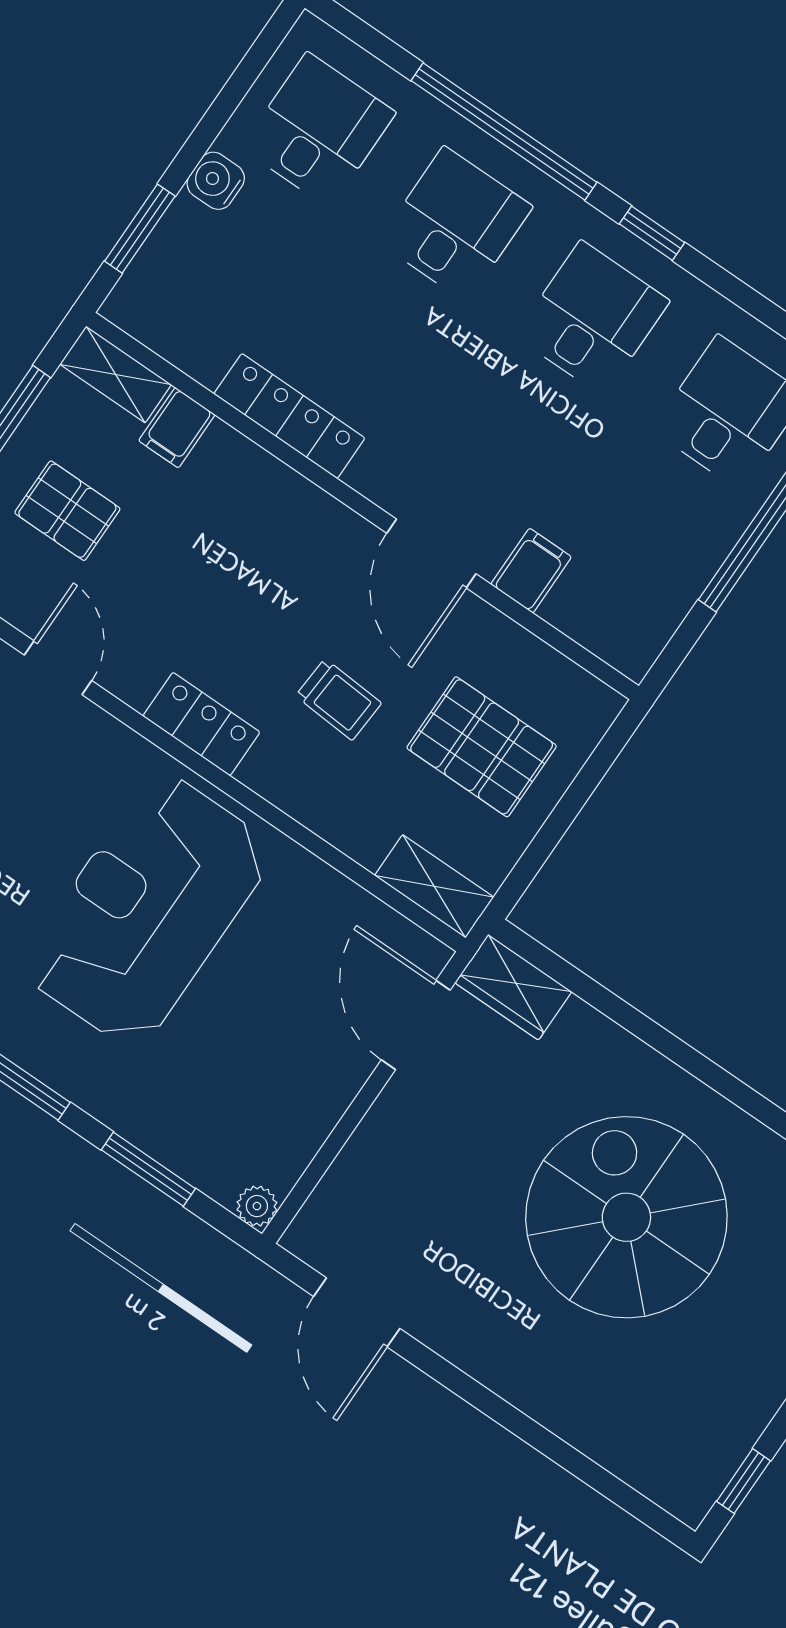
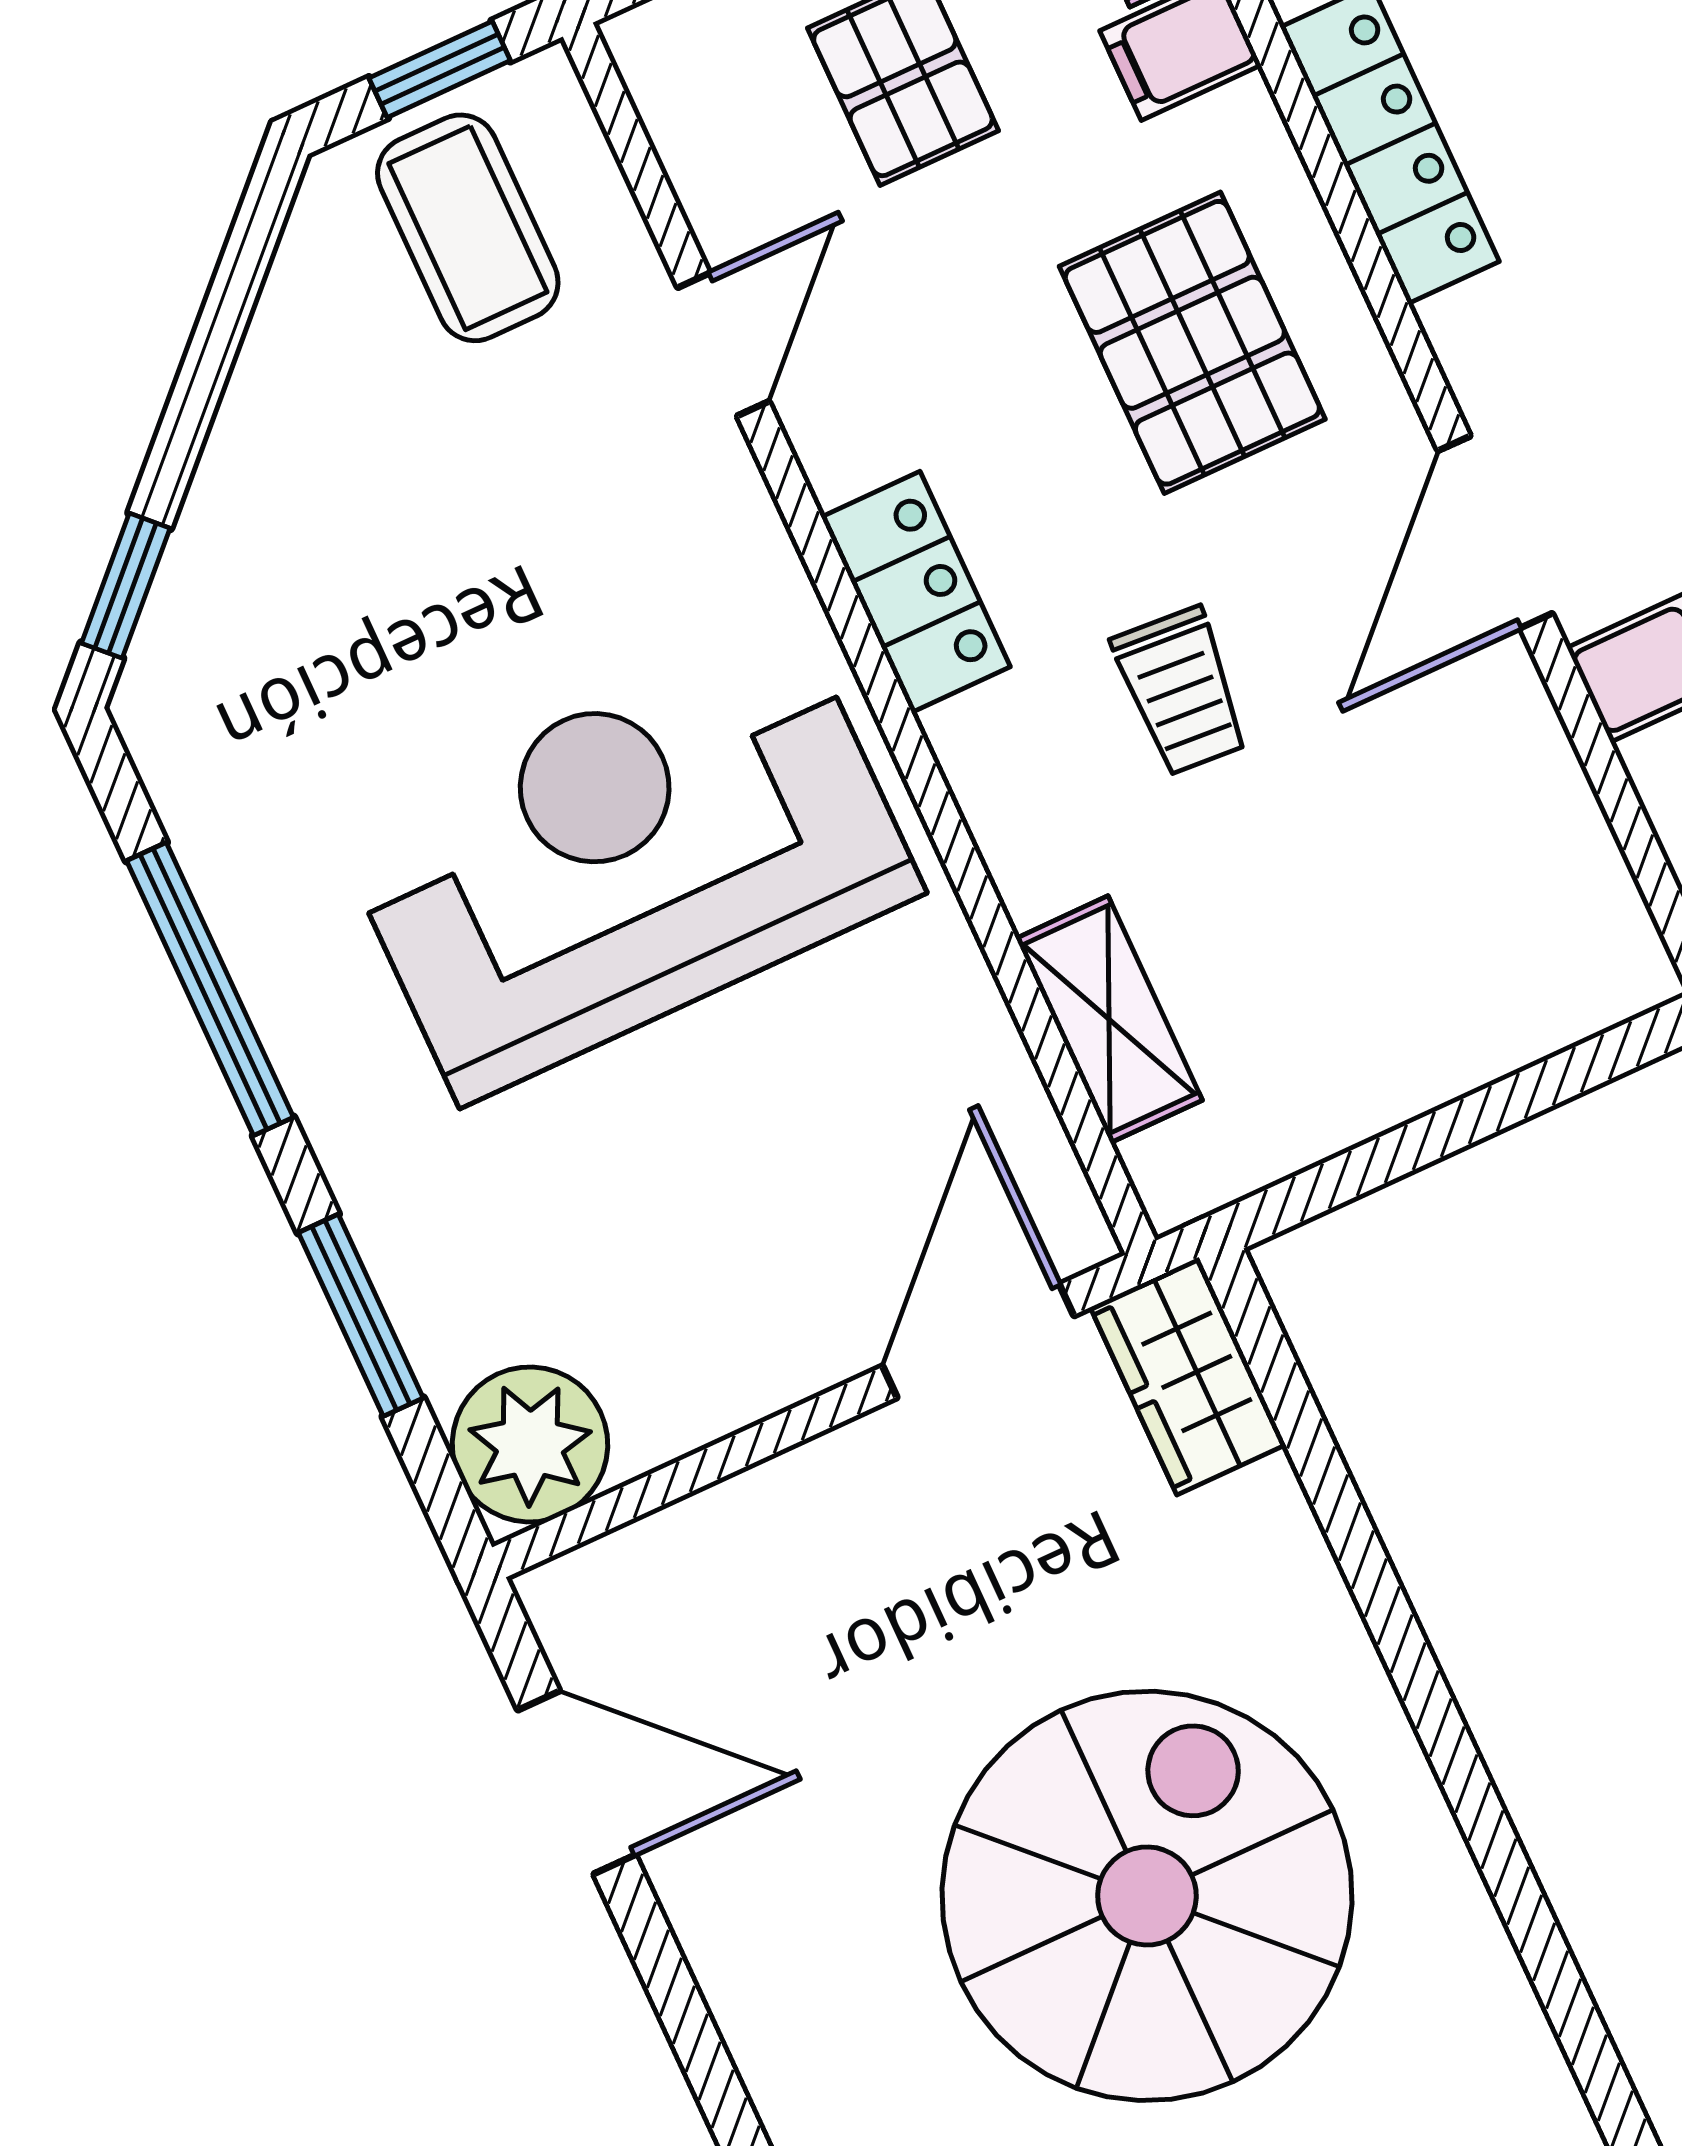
pallet: (482, 747) -> (1192, 343), moved
shelving: (434, 886) -> (1109, 1019), moved
plant: (257, 1206) -> (530, 1444), width x1.88, depth x1.88
door: (357, 1312) -> (577, 1782), swing flipped

